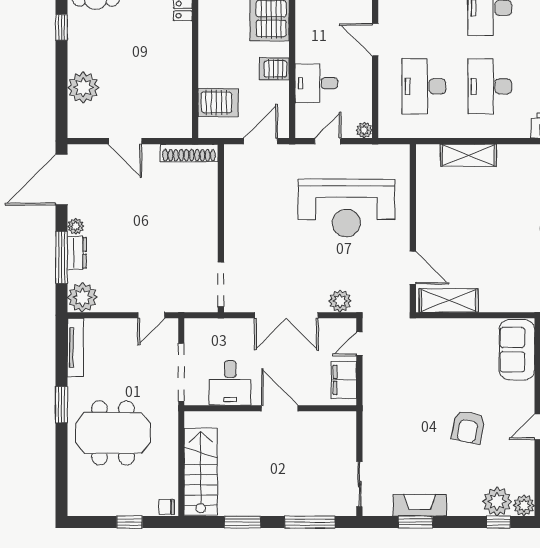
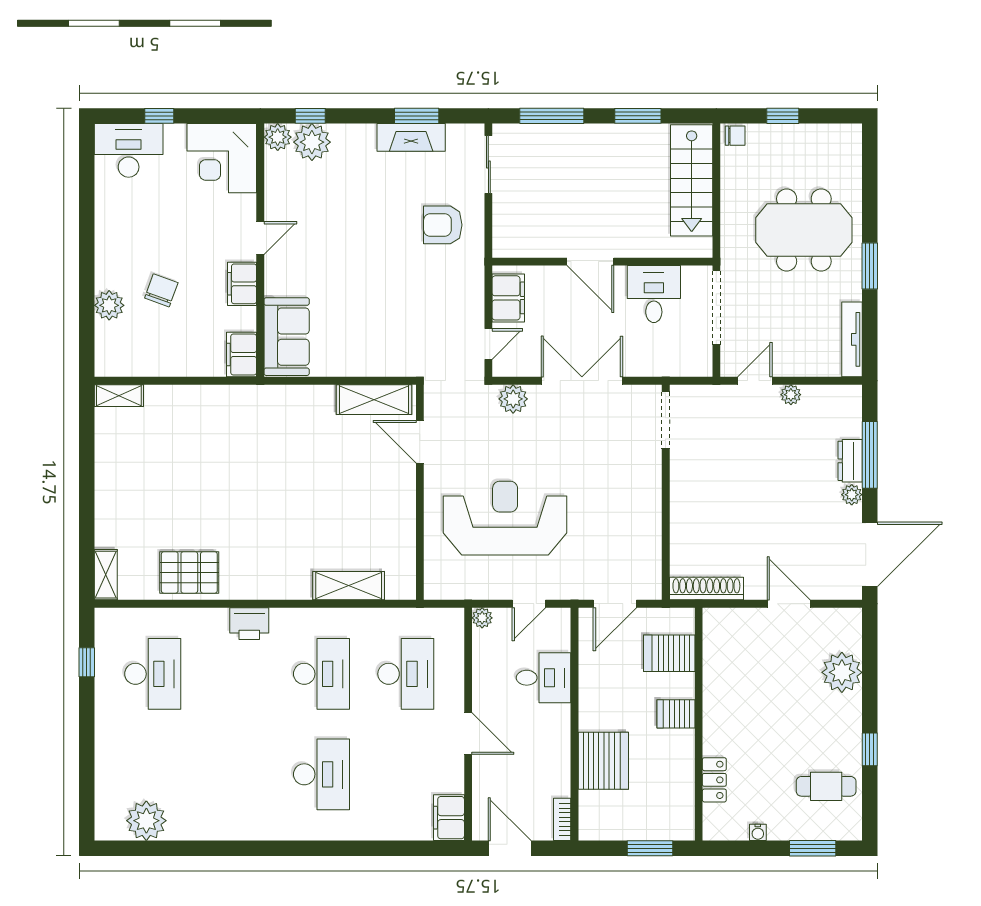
server rack: (274, 69) -> (676, 714), moved, turned 180
plant: (82, 297) -> (791, 395), moved, width x0.53, depth x0.53
armchair: (468, 427) -> (443, 225), moved, turned -101

